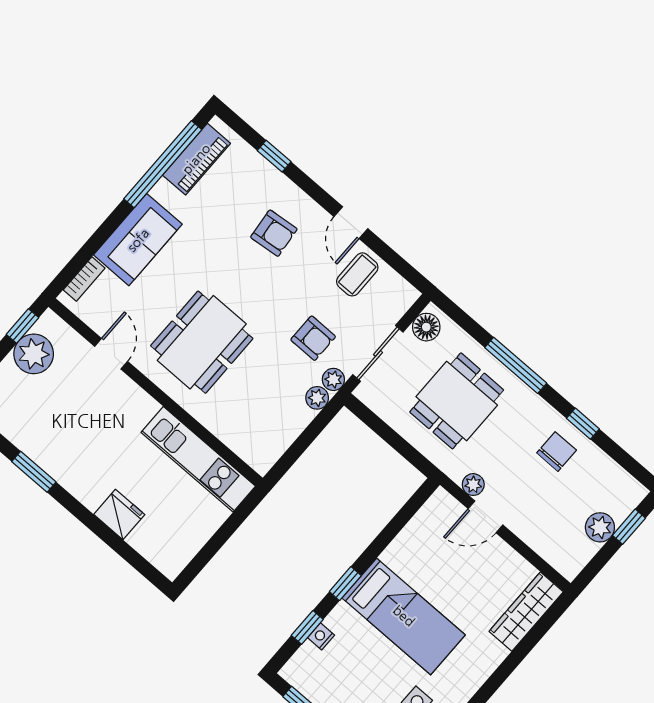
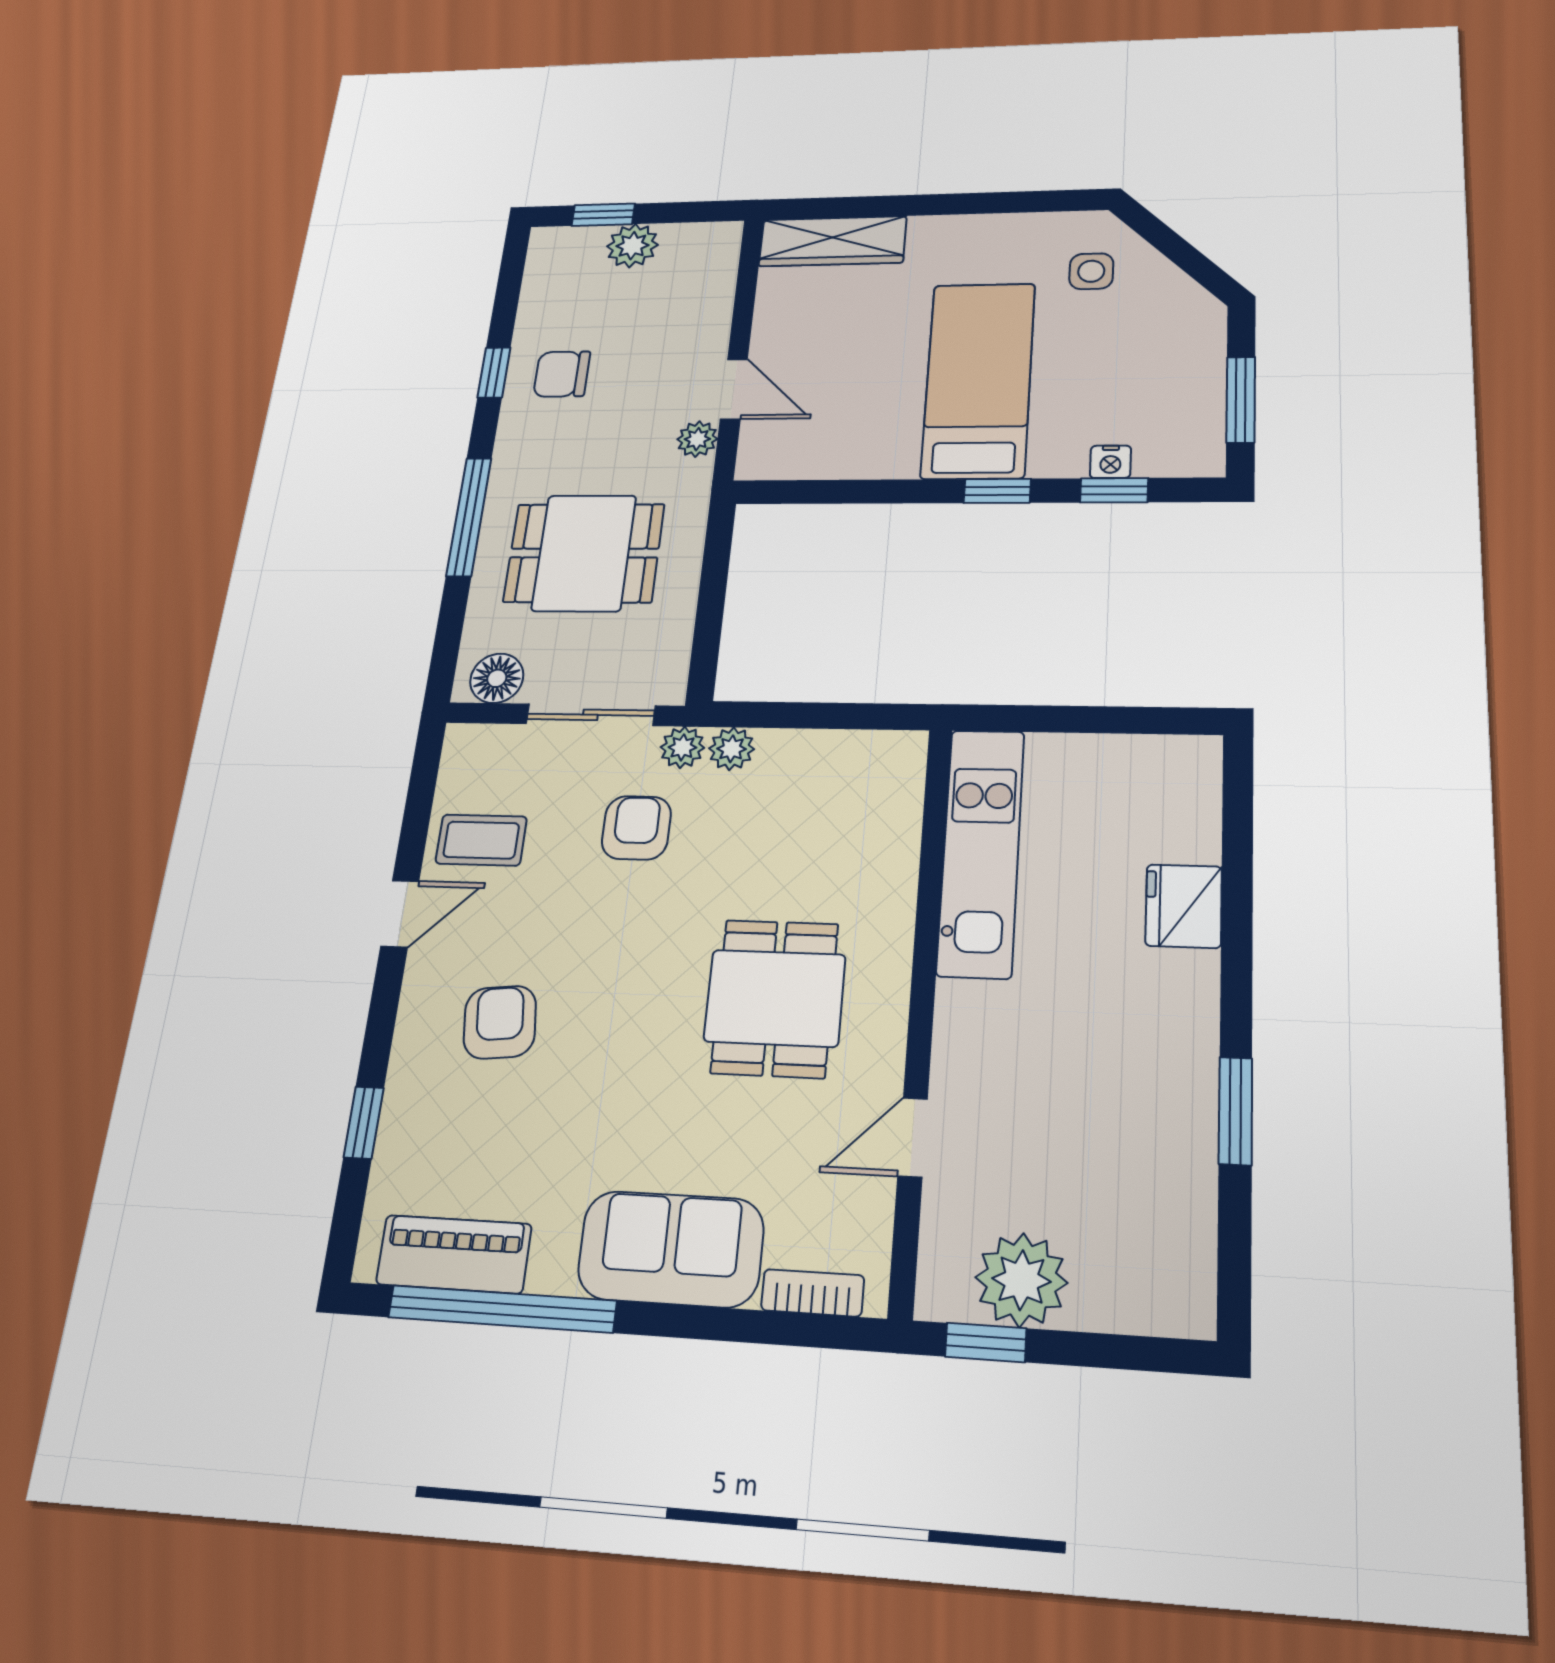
dining table: (202, 342) -> (775, 998), width x0.73

